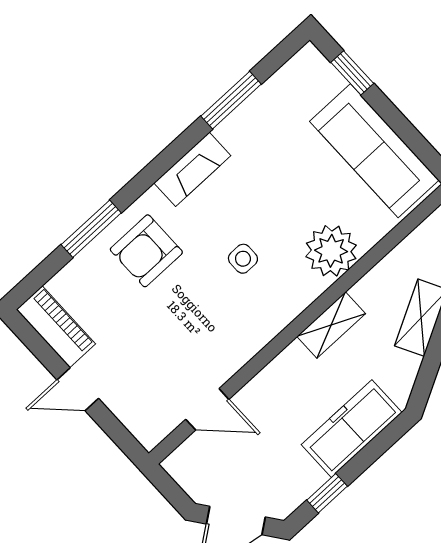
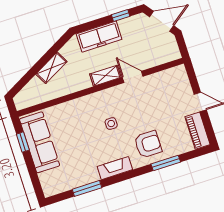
window: (352, 73) -> (23, 142), moved
plant: (331, 251) -> (75, 111), removed
shelving: (331, 325) -> (105, 76), moved
door: (207, 409) -> (133, 77), moved

